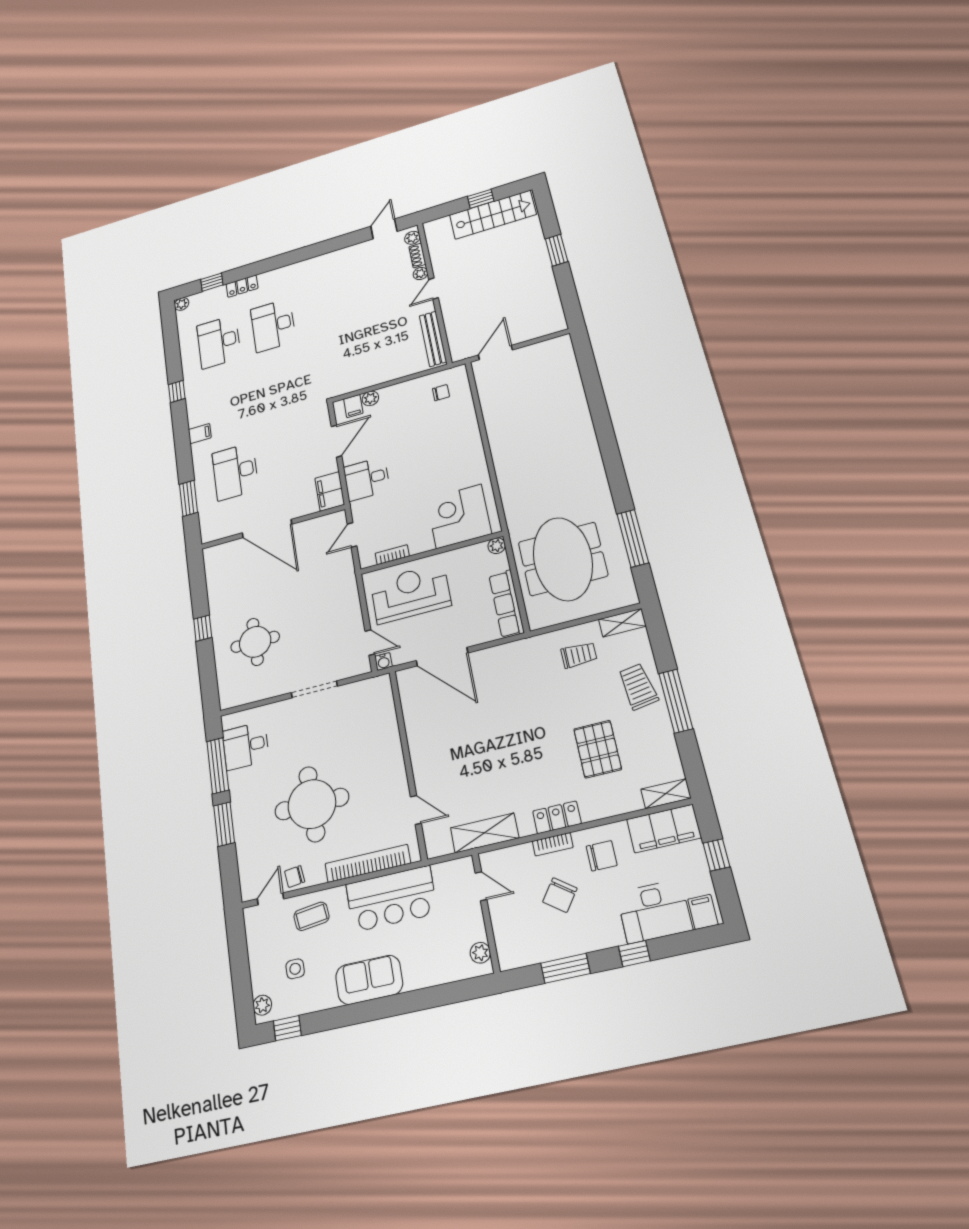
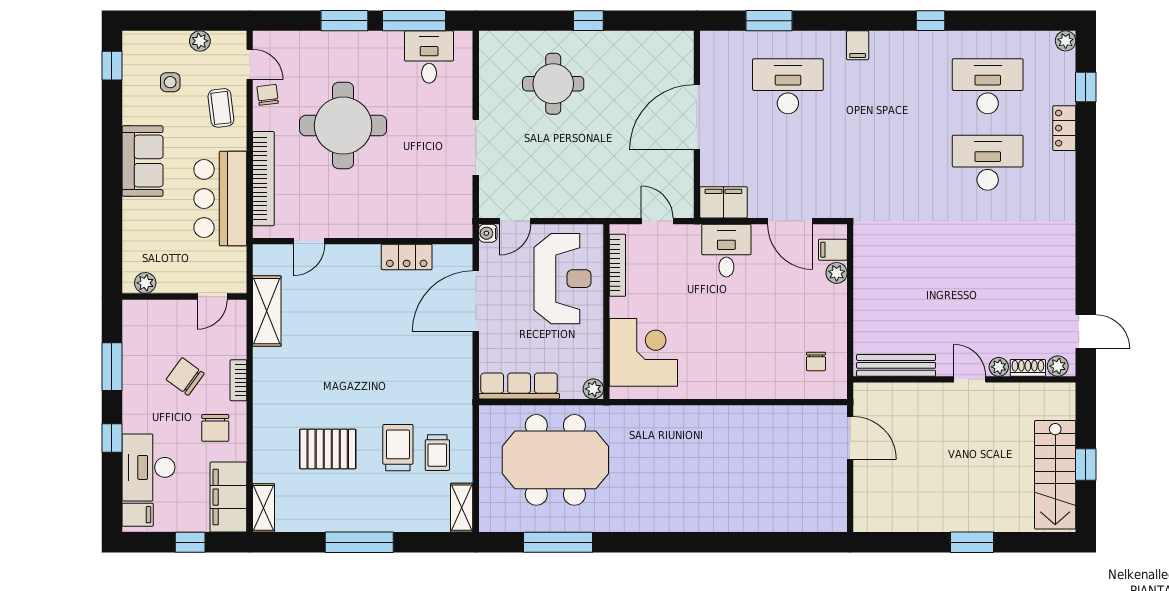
bookcase: (392, 555) -> (617, 265), width x1.56
trolley: (638, 687) -> (398, 448), moved, turned -81
locker: (557, 817) -> (407, 257), moved, turned 90
plant: (262, 1005) -> (200, 41), moved

